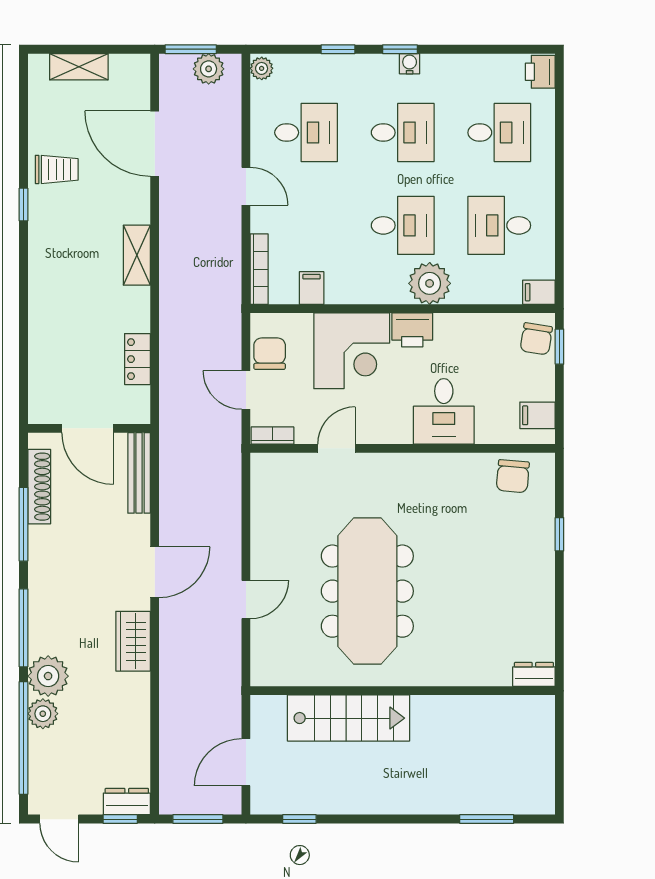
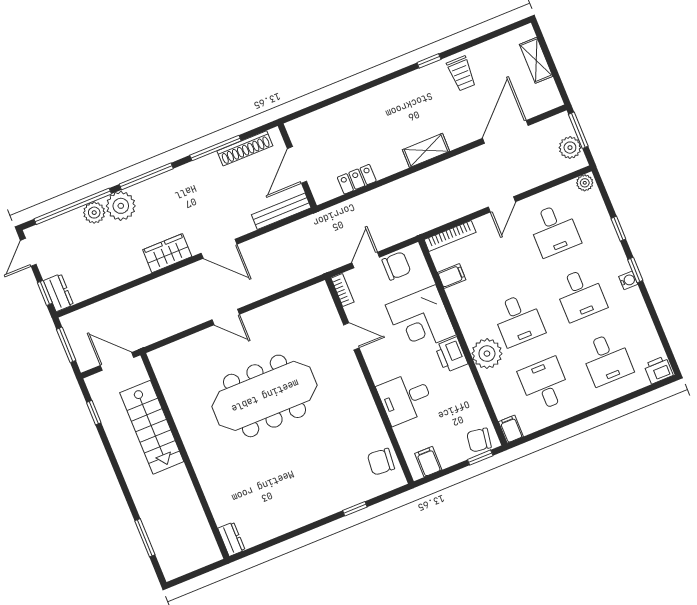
dresser: (534, 674) -> (231, 539), moved
wall: (403, 691) -> (185, 456), moved
stairs: (348, 718) -> (152, 427), moved

